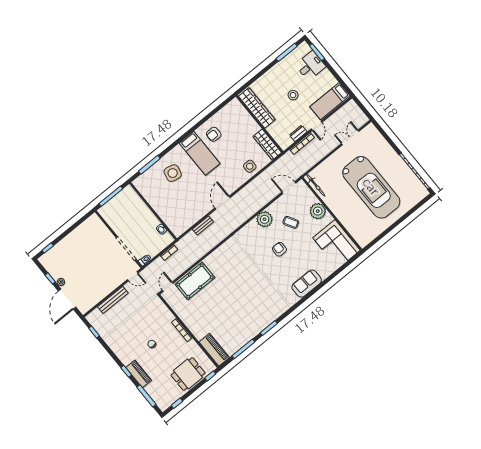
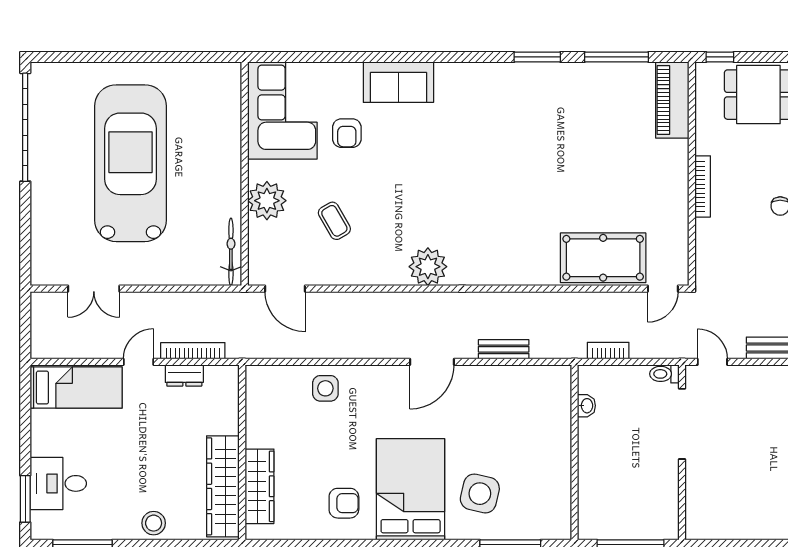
stool: (293, 95) -> (154, 523), moved
wardrobe: (267, 145) -> (259, 486), moved
bed: (200, 153) -> (411, 489), width x1.50
plant: (265, 219) -> (428, 267), moved
armchair: (279, 249) -> (347, 133), moved

